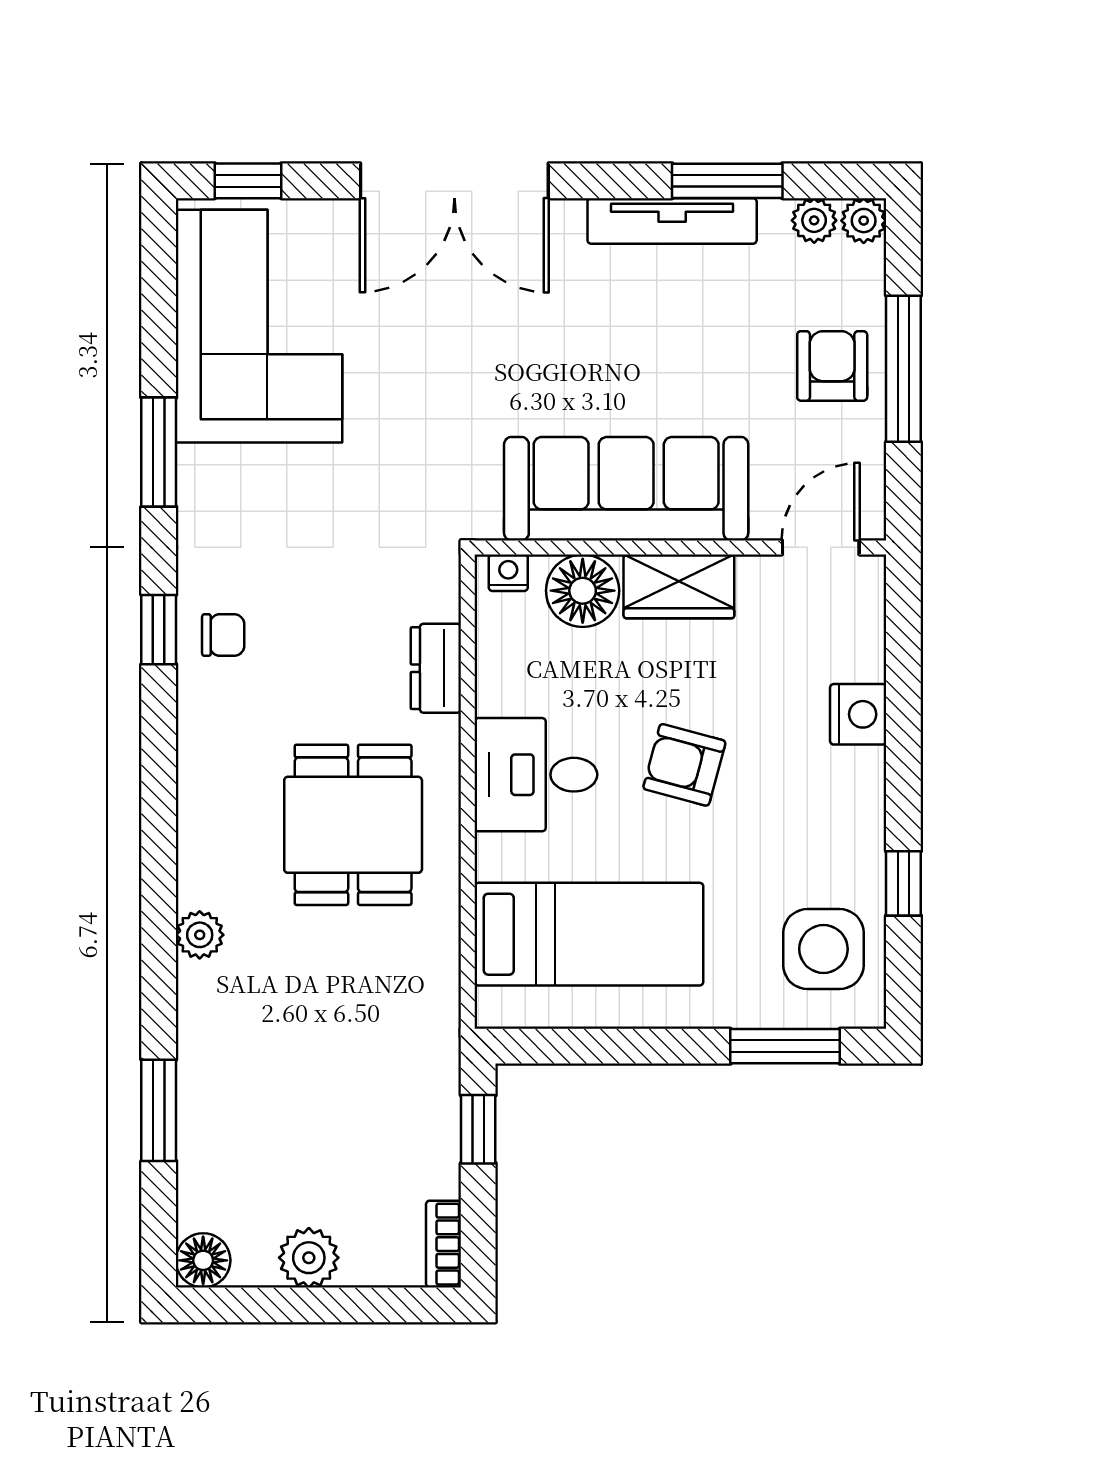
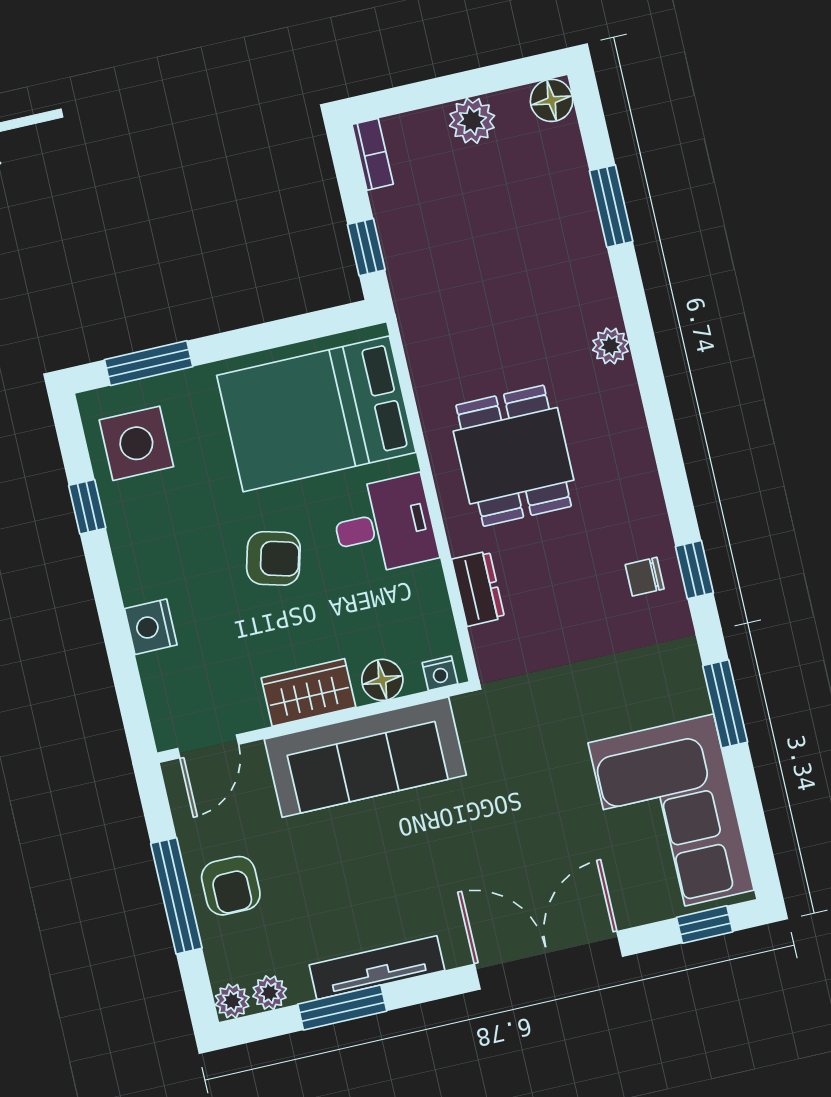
floor lamp: (583, 591) -> (382, 680), width x0.73, depth x0.73
bed: (589, 934) -> (316, 414), width x1.50

